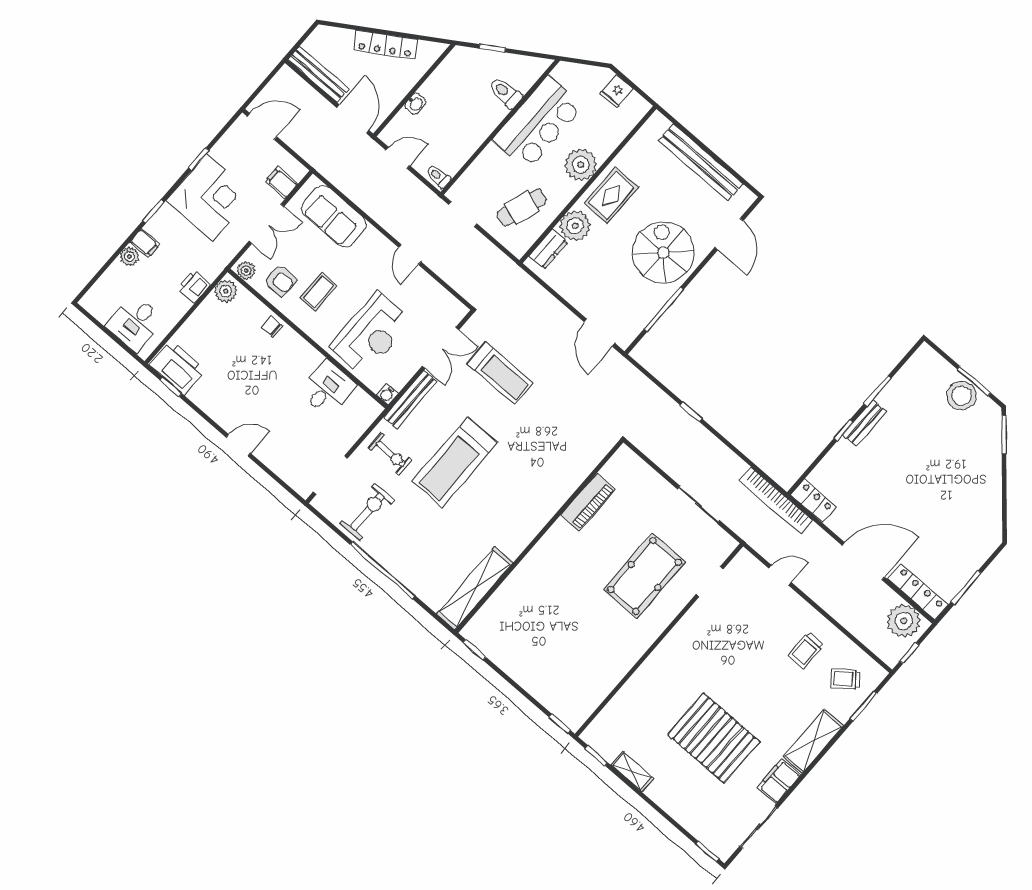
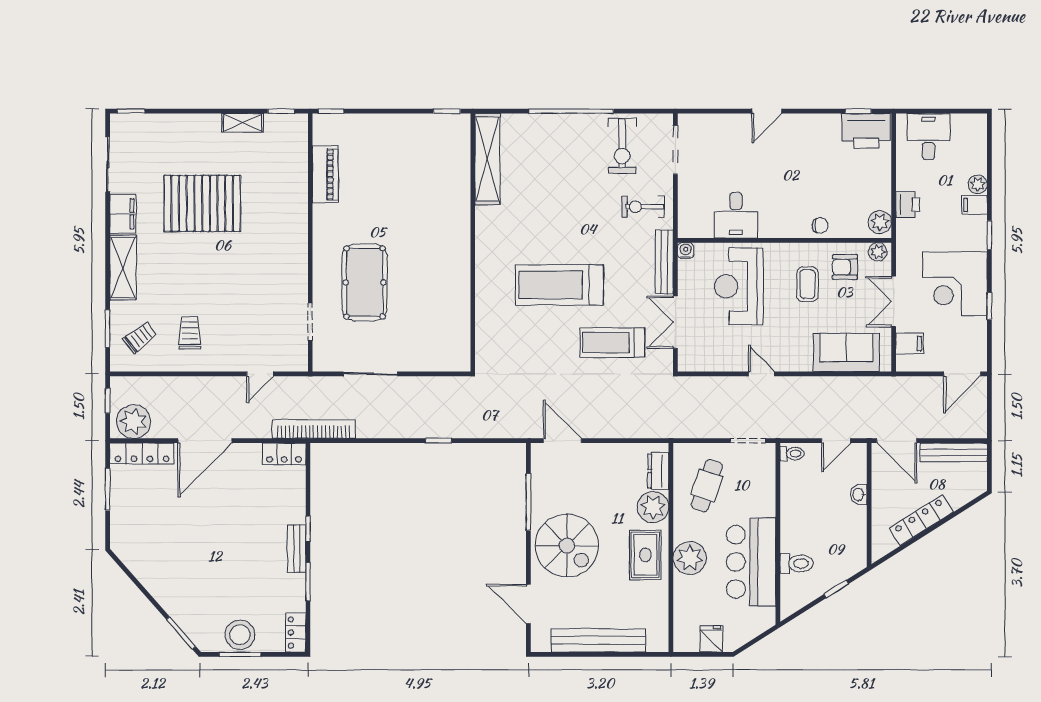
locker: (919, 362) -> (296, 632), added
treadmill: (455, 462) -> (559, 285), moved, turned -90
piano: (588, 502) -> (325, 174), moved, turned 180

